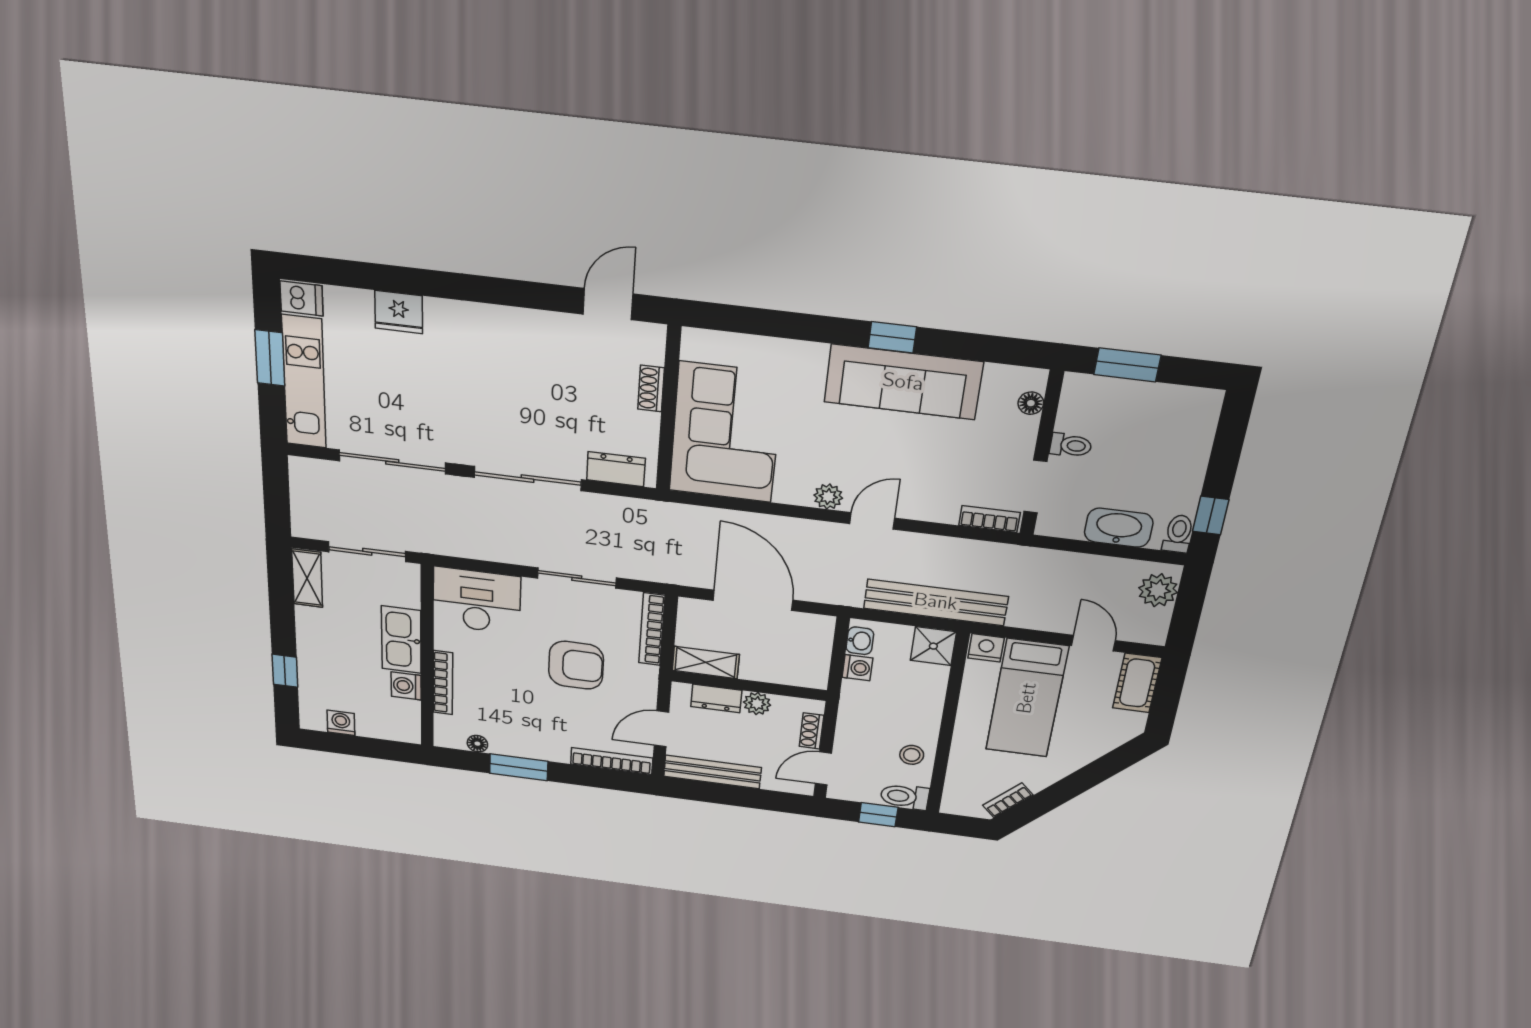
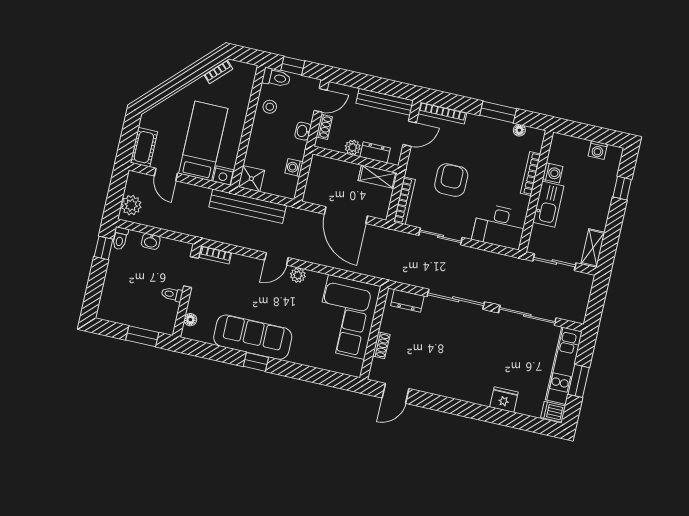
washbasin: (1119, 528) -> (151, 241), width x0.52, depth x0.69
washbasin: (860, 641) -> (303, 131), moved
armchair: (576, 665) -> (451, 180), turned 90

